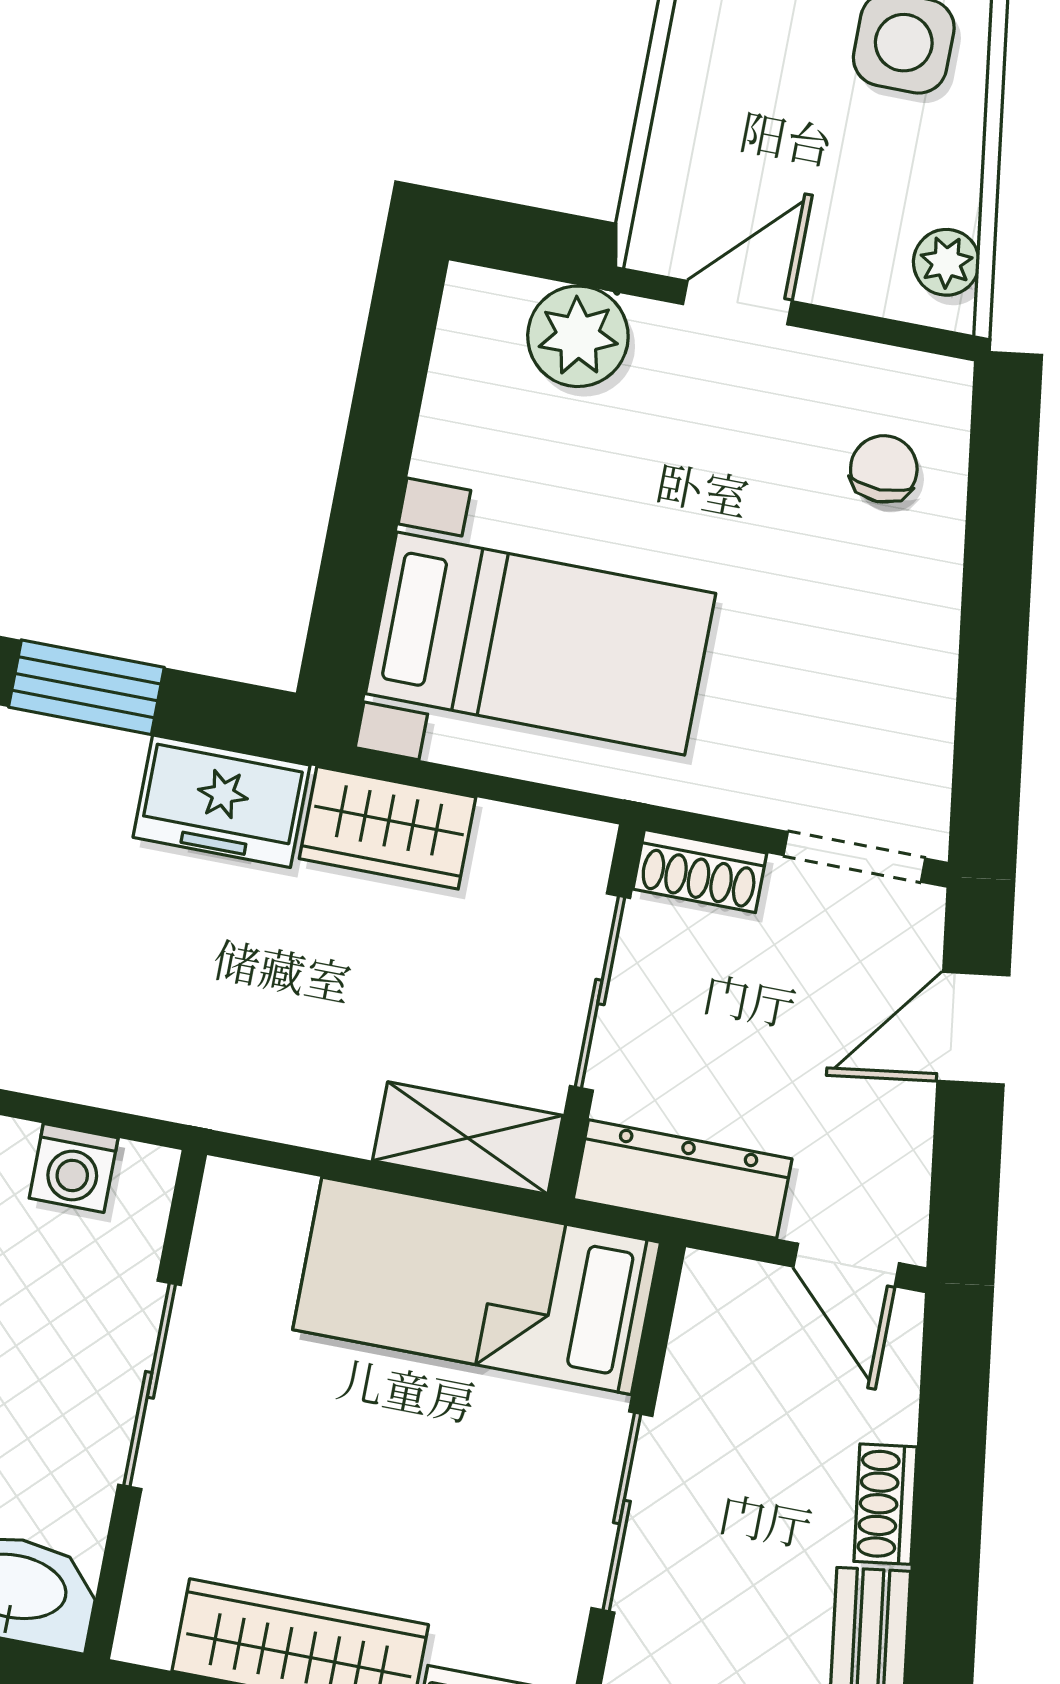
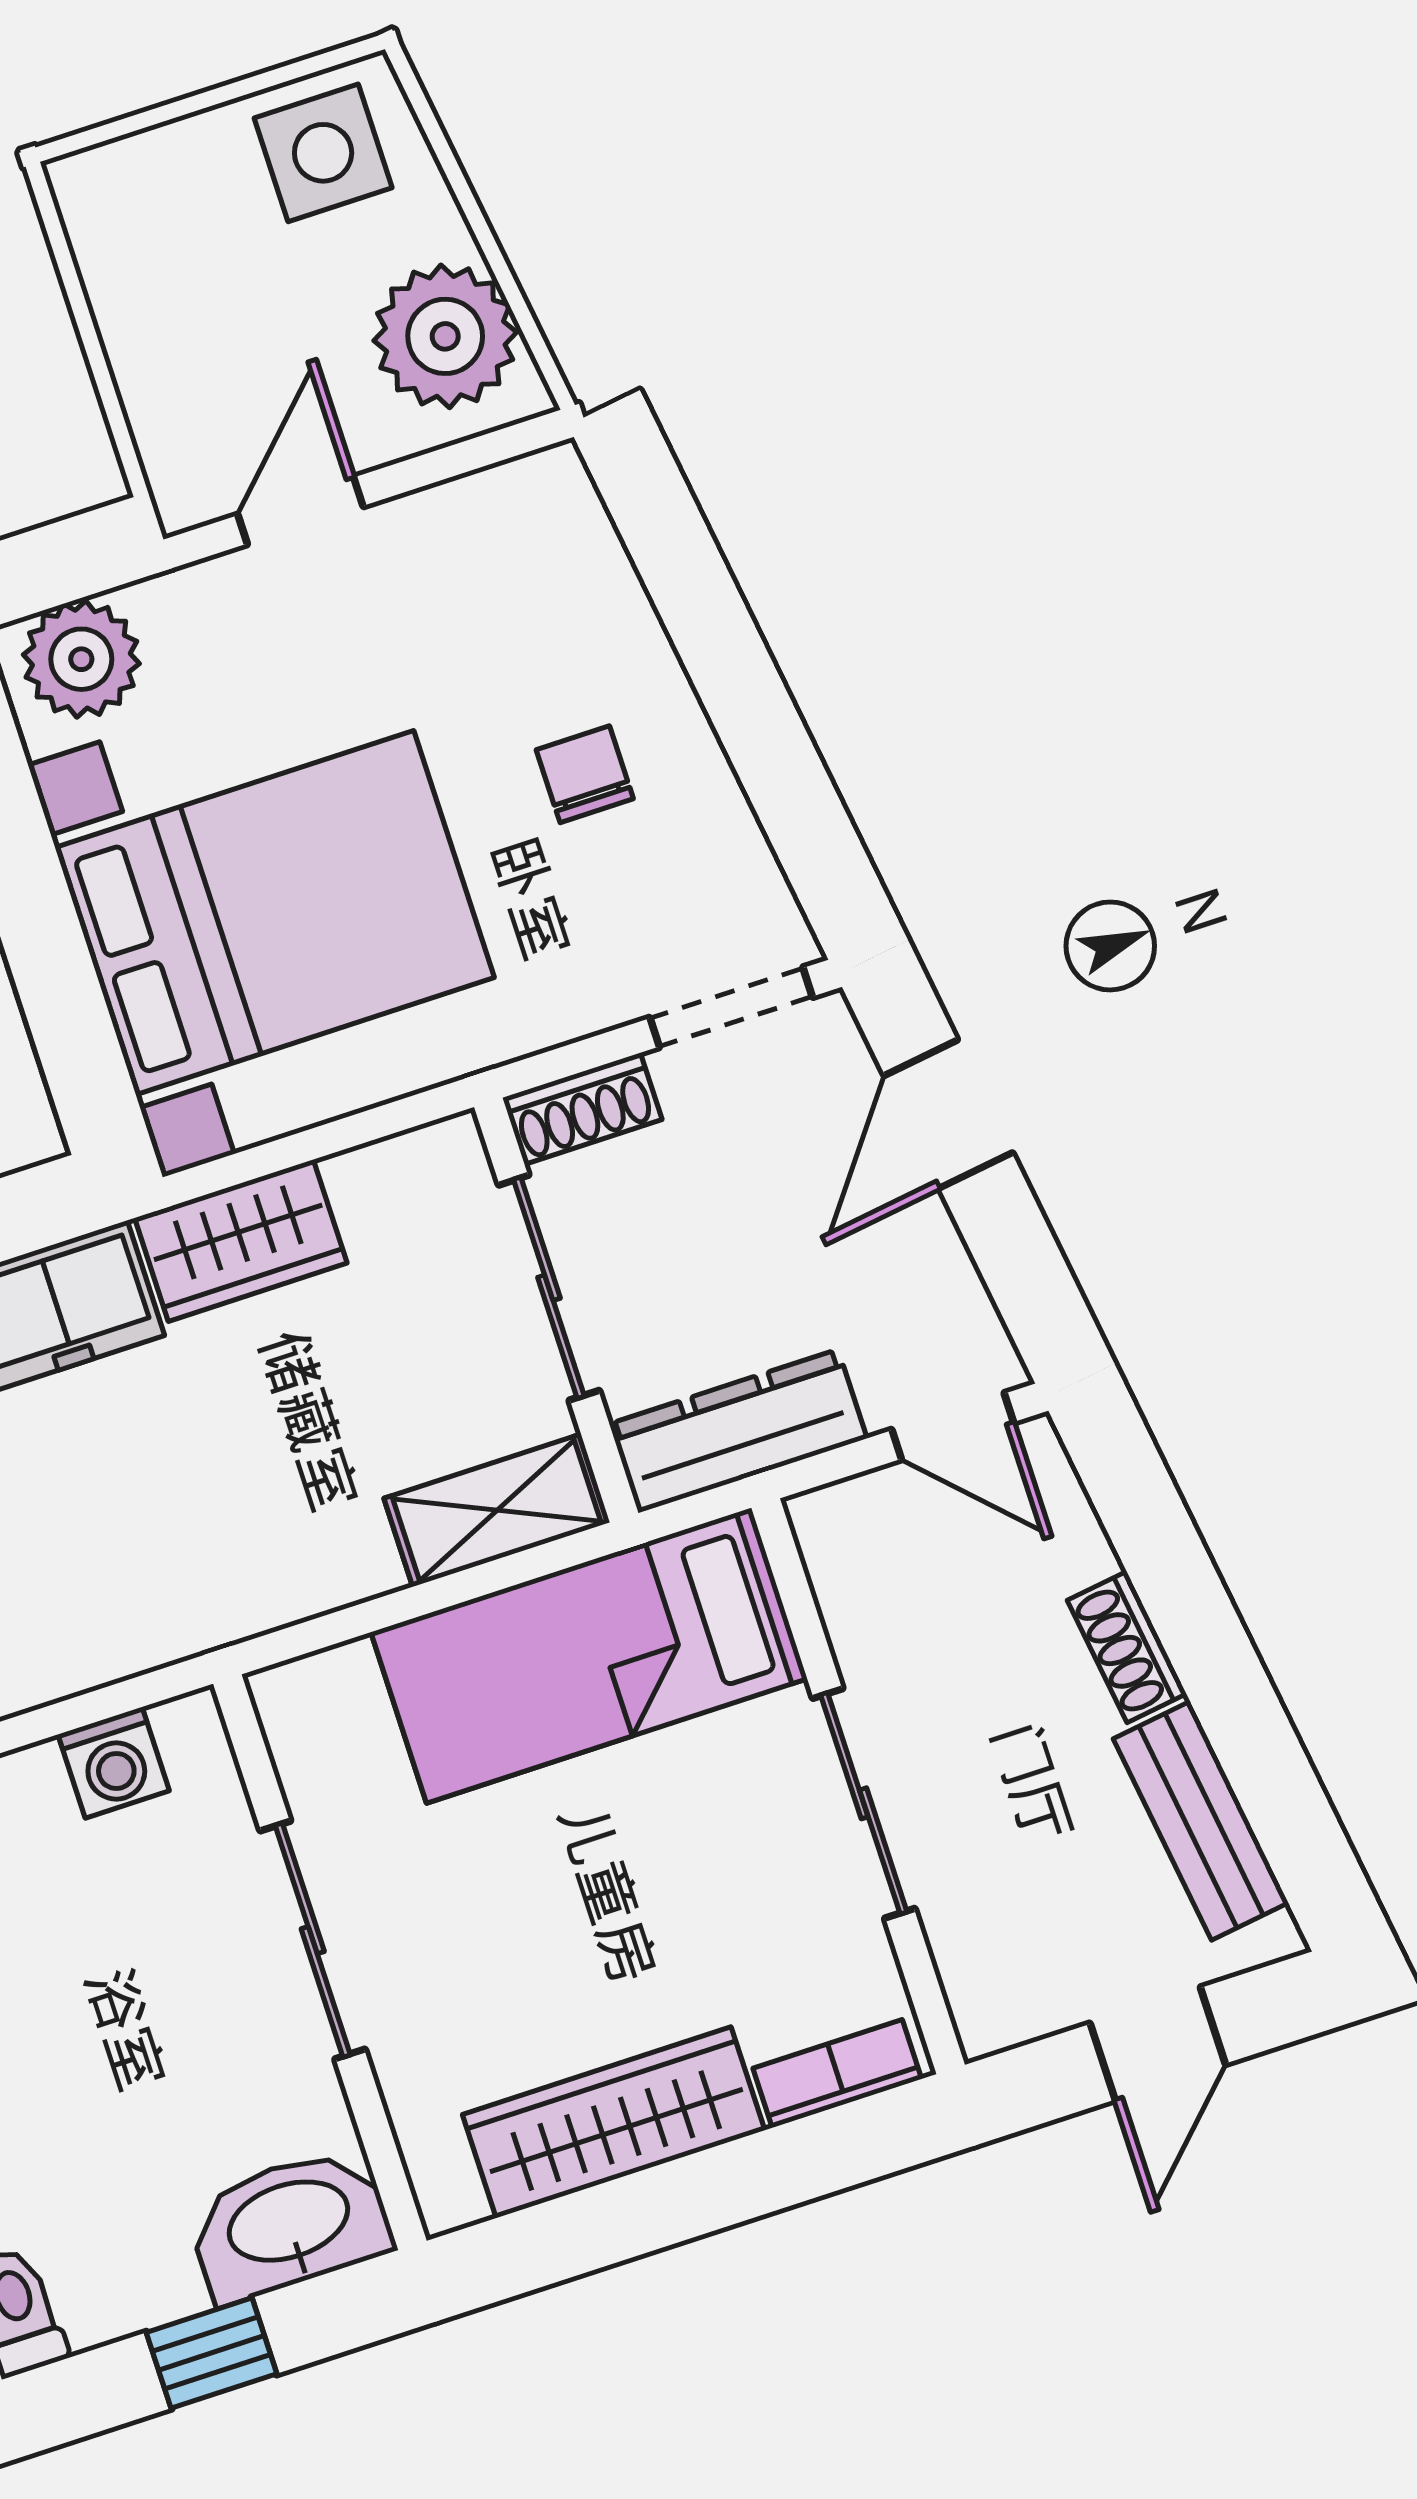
plant: (946, 262) -> (445, 336), width x1.87, depth x1.87
plant: (578, 336) -> (81, 659), moved
chair: (884, 469) -> (585, 774), moved
bed with nightstands: (541, 644) -> (275, 913), width x1.36

